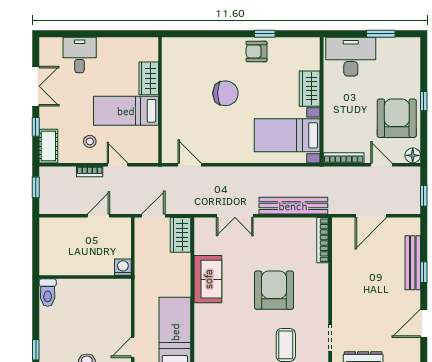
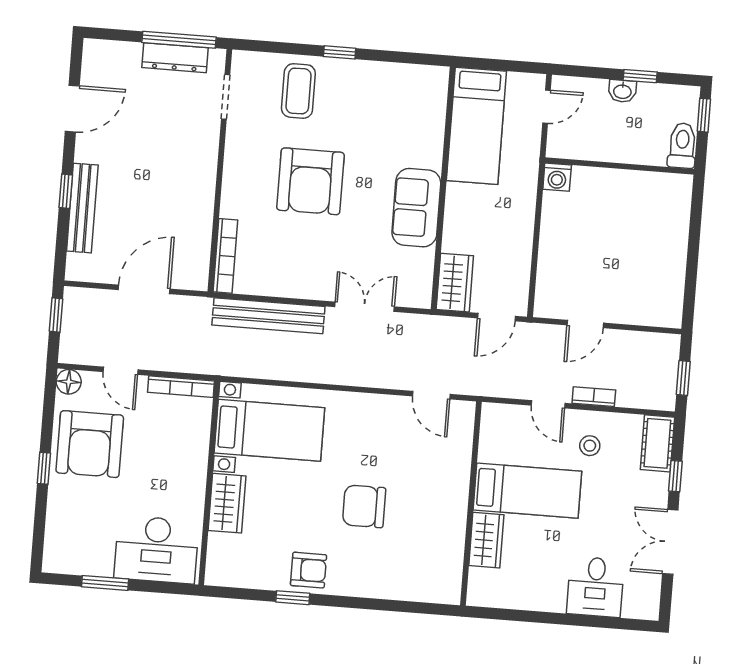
washing machine: (123, 267) -> (557, 177), moved
wall: (85, 277) -> (619, 166), moved
toilet: (48, 293) -> (682, 146), moved

